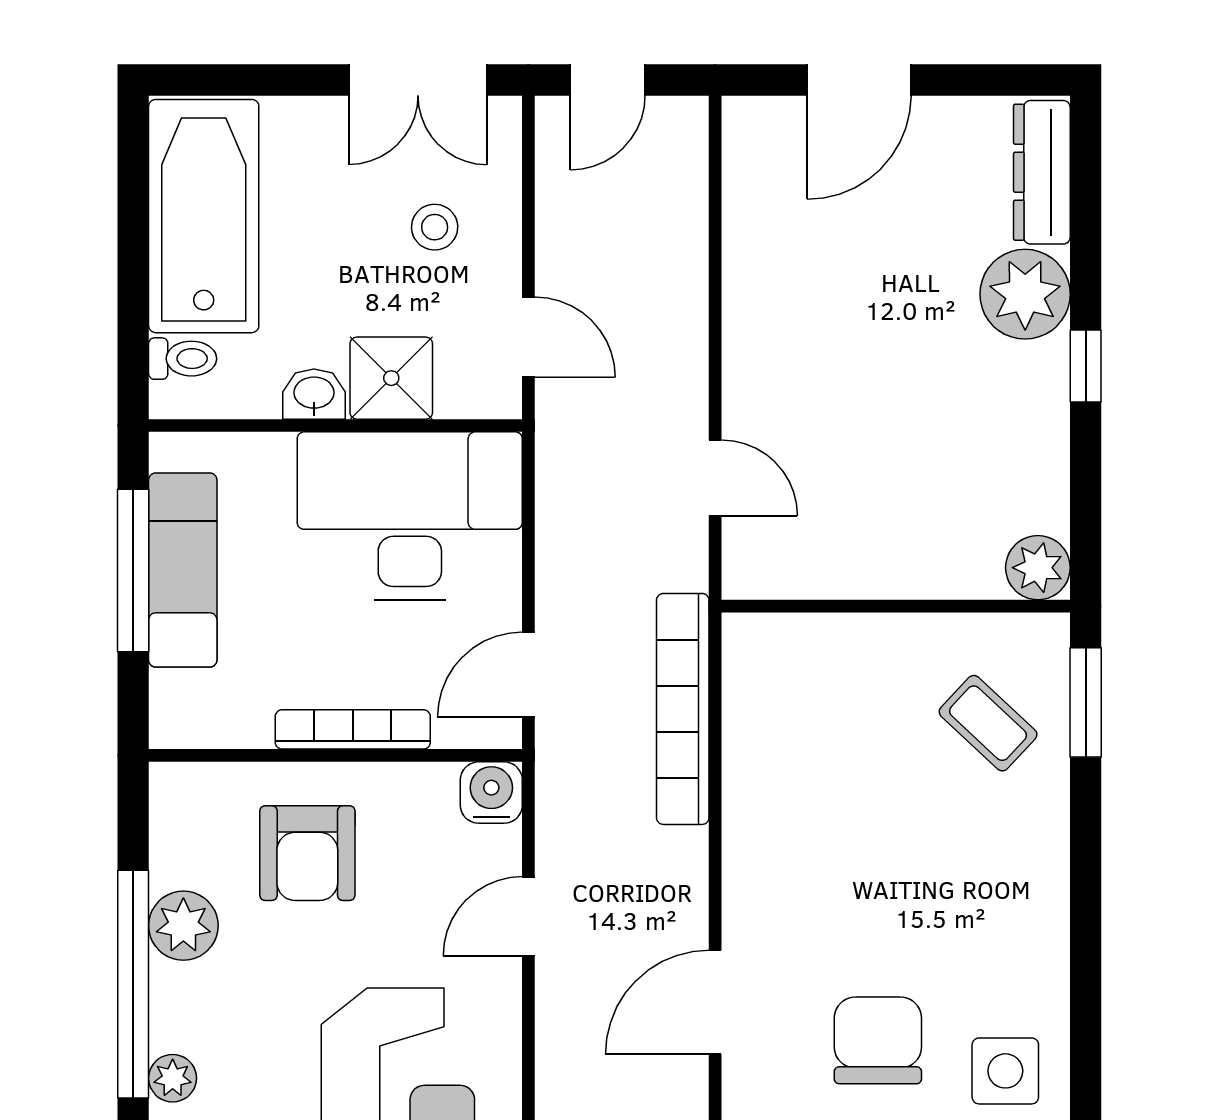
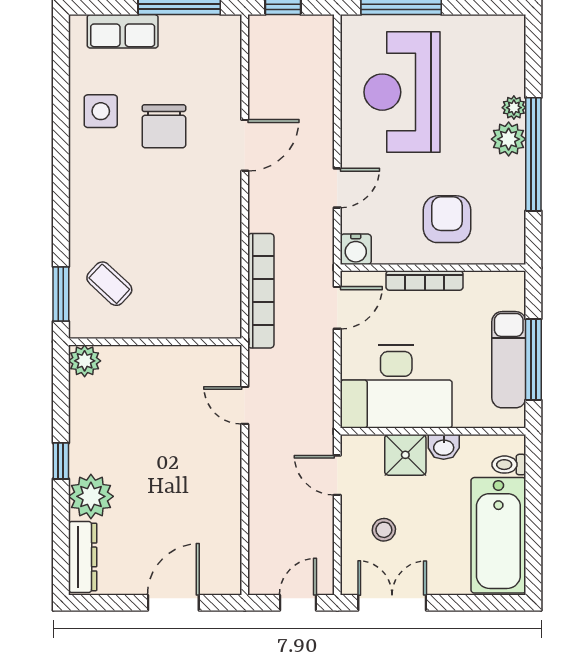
plant: (183, 926) -> (509, 139), moved

